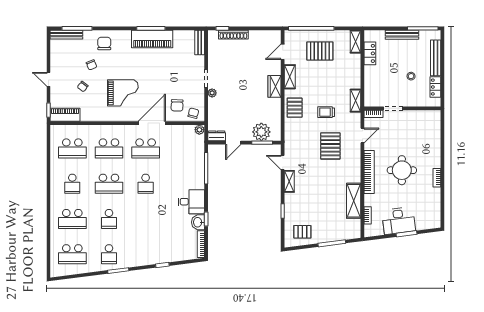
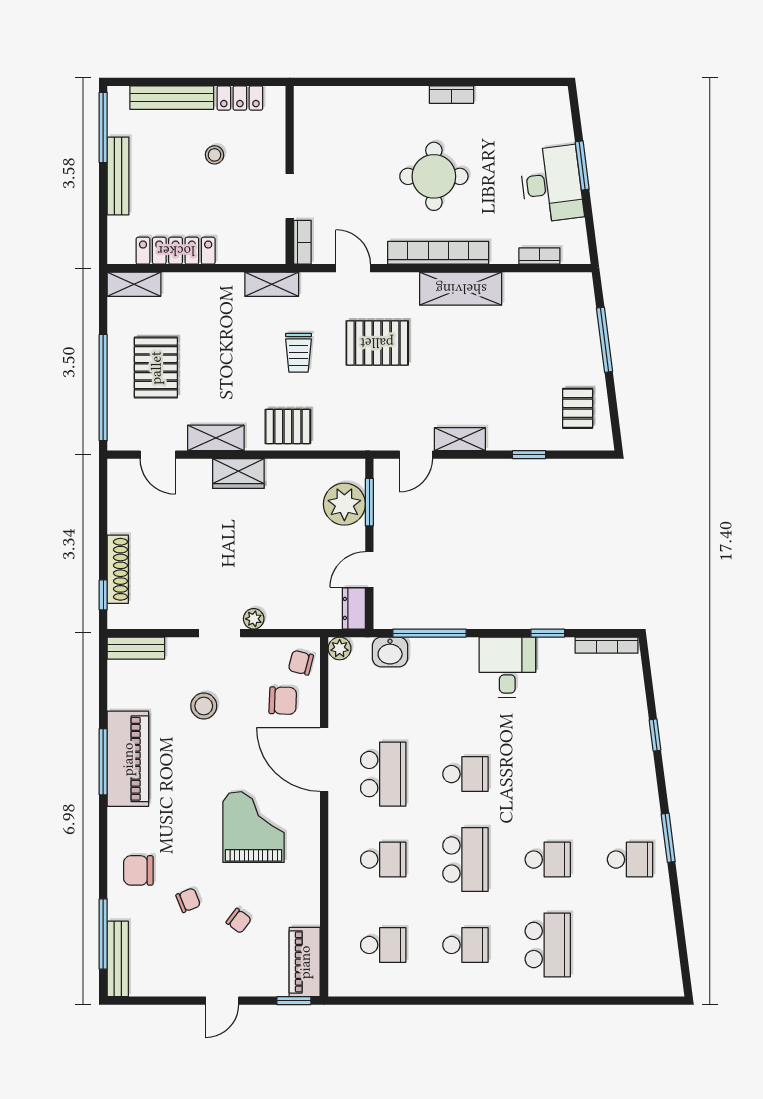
locker: (370, 53) -> (176, 251), width x1.53
stool: (175, 72) -> (204, 706), added
door: (233, 143) -> (369, 569), swing flipped
school desk: (72, 148) -> (383, 945), width x0.54
school desk: (109, 148) -> (383, 860), width x0.54
shelving: (354, 201) -> (461, 289), moved
washbasin: (198, 222) -> (390, 652), moved
school desk: (72, 254) -> (630, 945), removed

